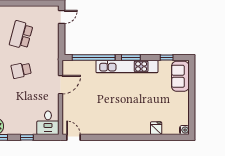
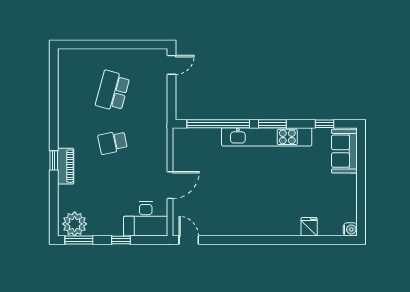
door: (61, 85) -> (170, 185), moved
desk: (48, 123) -> (146, 219), width x1.37

